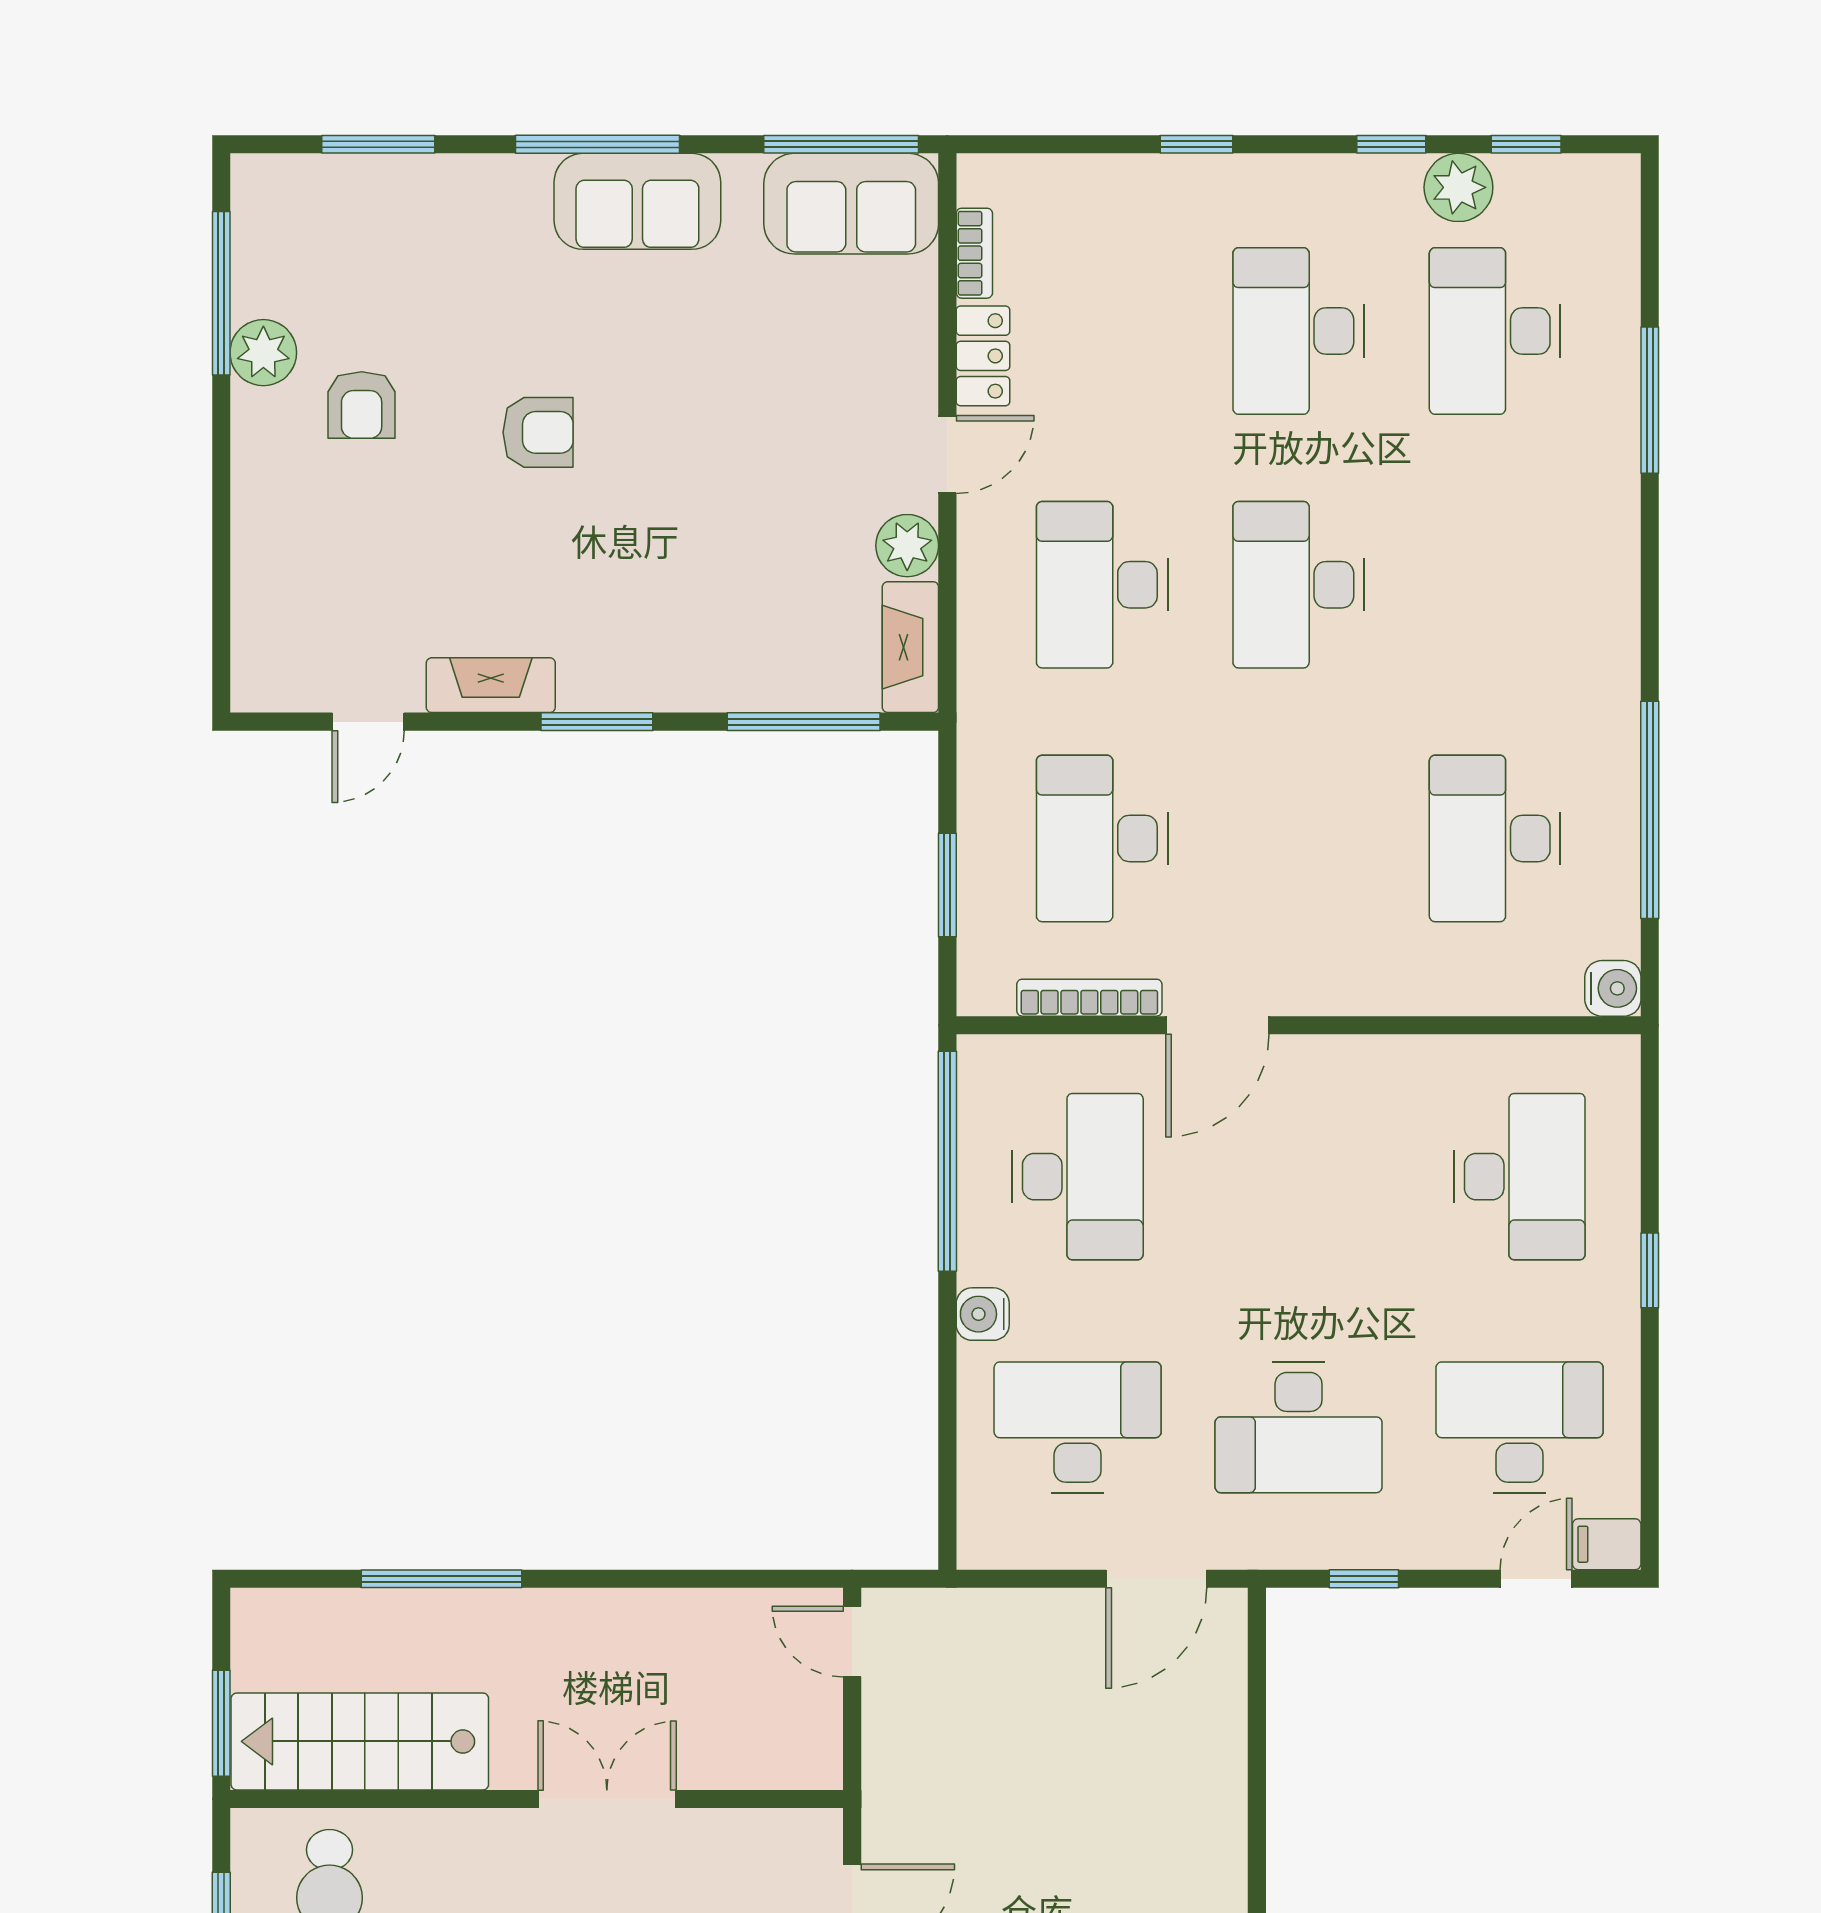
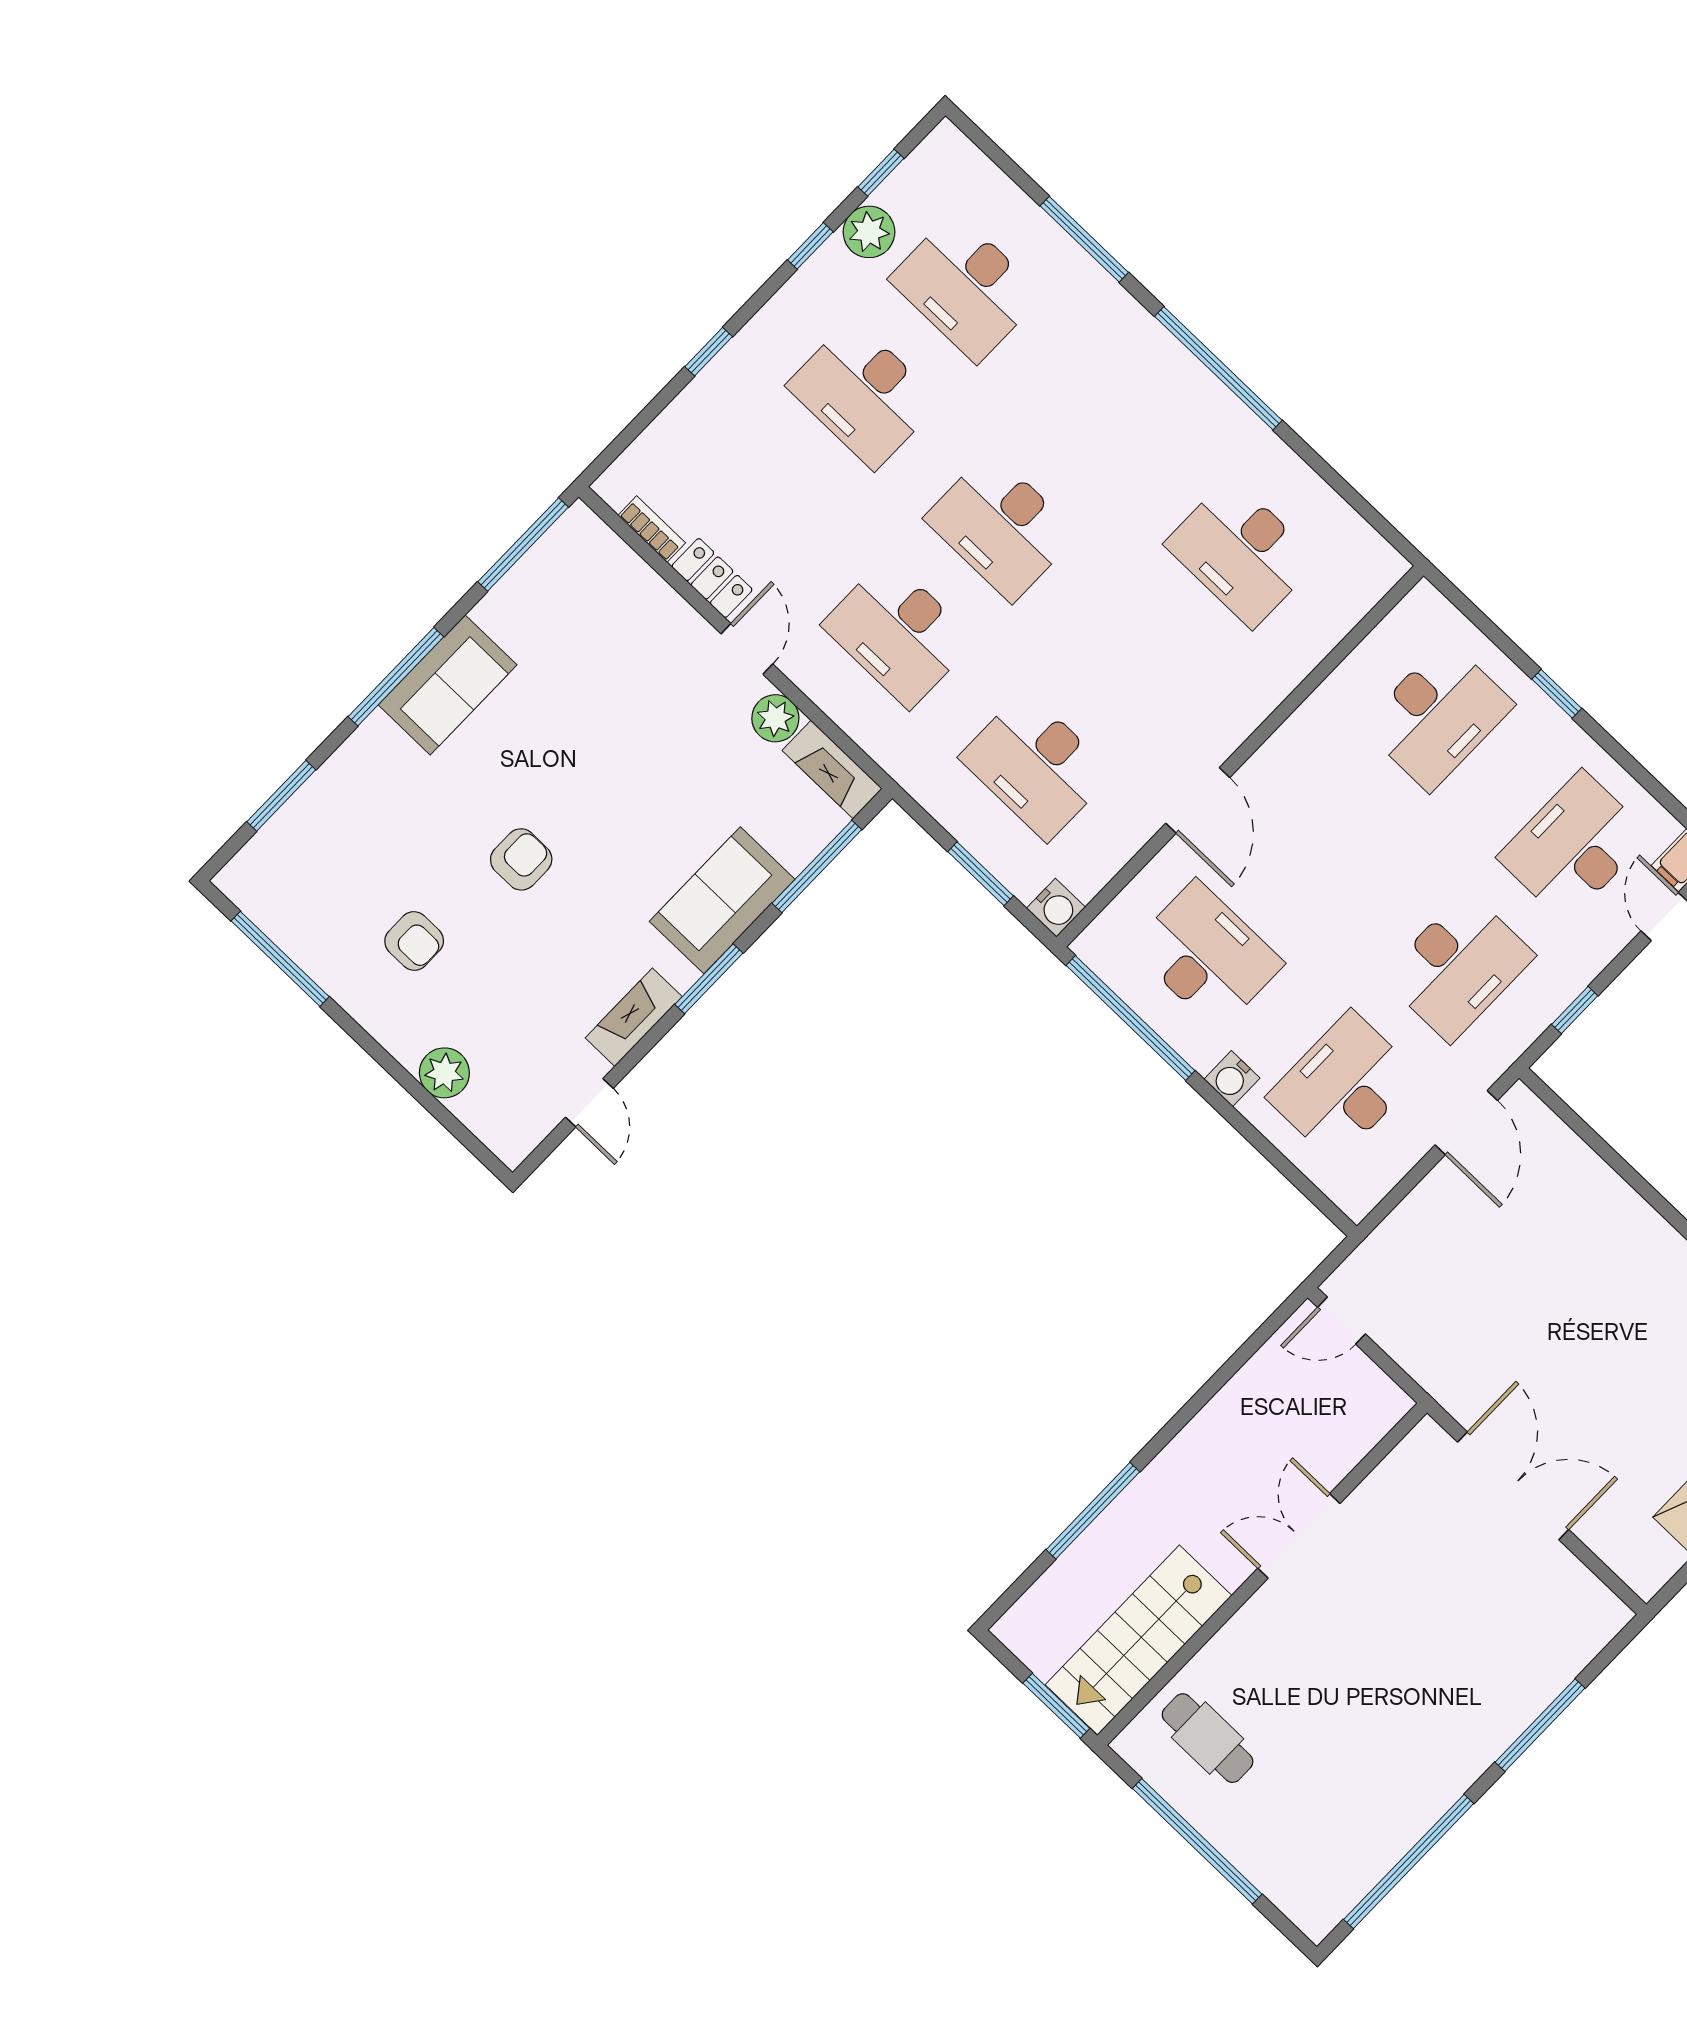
sofa: (851, 204) -> (722, 900), moved, turned 180
plant: (263, 353) -> (444, 1073), moved
window: (1650, 810) -> (1218, 368), moved
water cooler: (1613, 988) -> (1056, 908), moved, turned 90
bookcase: (1089, 998) -> (1116, 856), removed
desk: (1520, 1177) -> (1438, 715), turned 90

